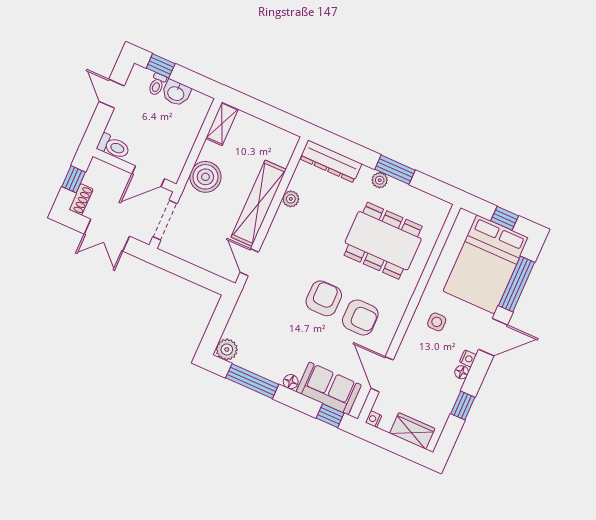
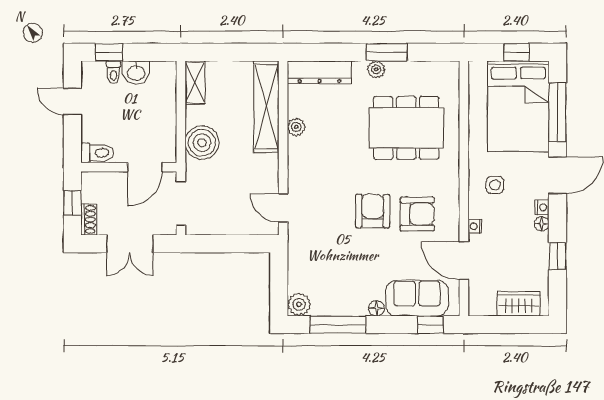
shelving: (259, 203) -> (266, 107), moved
nightstand: (374, 419) -> (475, 226), moved

